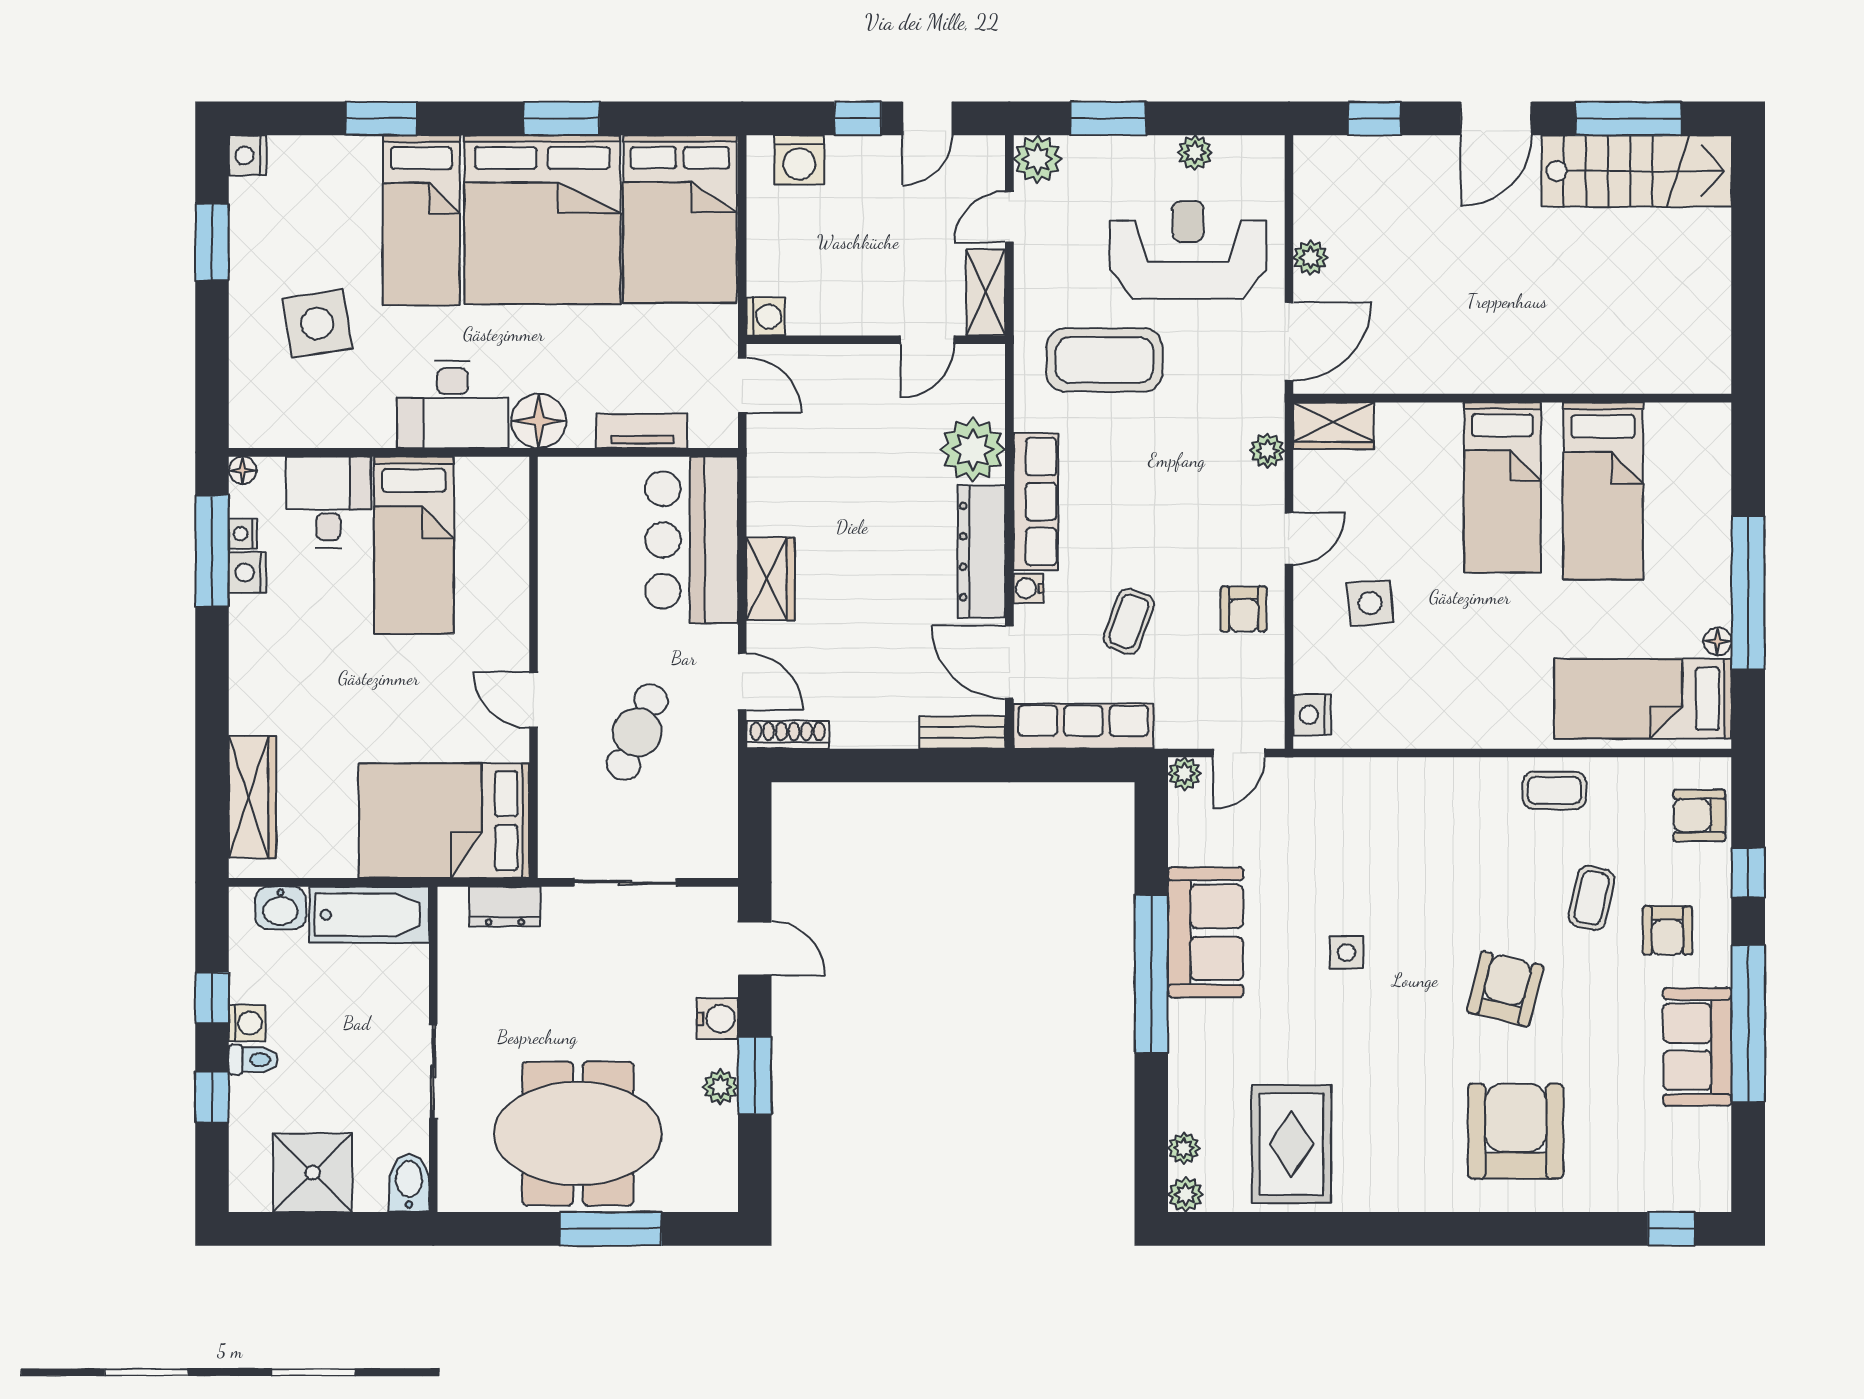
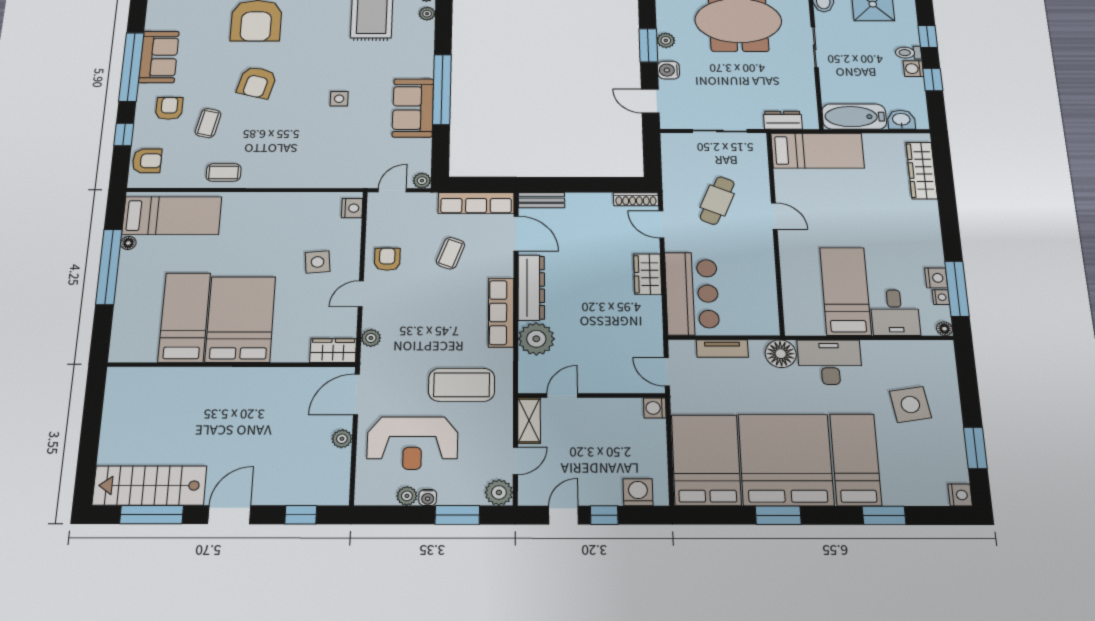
bed: (1502, 487) -> (240, 319), width x1.50
water cooler: (1028, 588) -> (428, 497), moved, turned 90
bed: (444, 821) -> (817, 151), width x0.67

